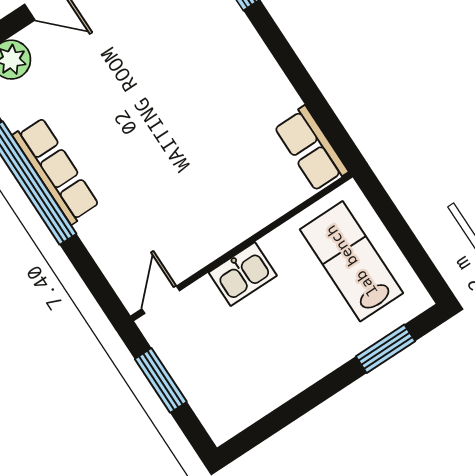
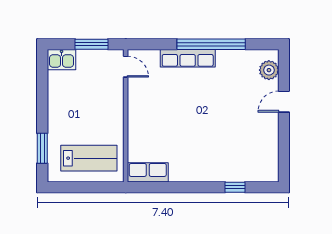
row of seats: (56, 171) -> (188, 58), moved
kitchen sink: (243, 274) -> (62, 60), moved, turned -90

